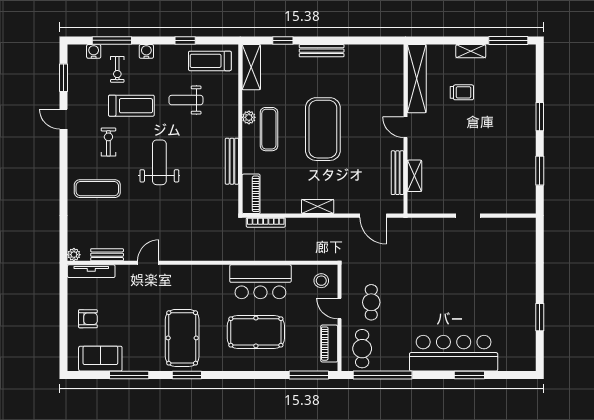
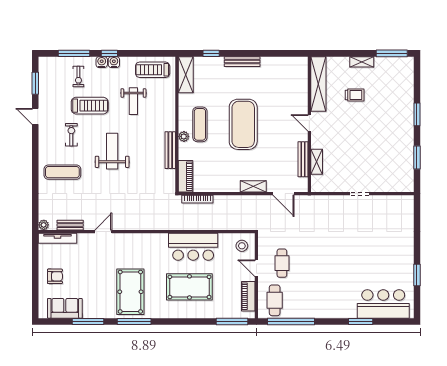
window: (185, 40) -> (109, 53), moved
water cooler: (94, 51) -> (114, 62), moved
weight bench: (186, 100) -> (133, 101), turned -90
plant: (249, 117) -> (184, 136), moved
shelving: (318, 206) -> (253, 186), moved
bar counter: (454, 353) -> (383, 304), moved, width x0.73
window: (187, 375) -> (134, 321), width x1.44

